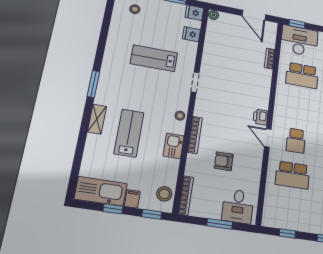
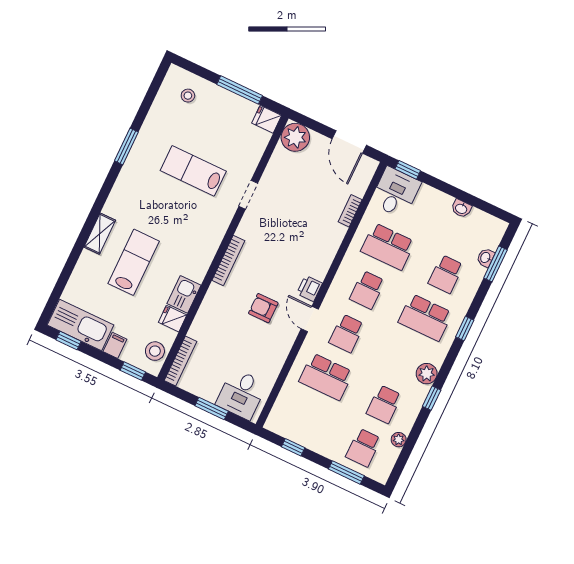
plant: (214, 15) -> (295, 137), width x1.88, depth x1.88
fridge: (191, 34) -> (173, 319), moved
desk: (299, 41) -> (396, 192), width x0.73
doorway: (195, 82) -> (248, 195), moved
window: (93, 84) -> (126, 146), moved
school desk: (299, 107) -> (367, 290), added
stool: (180, 116) -> (204, 257), removed
bookcase: (195, 135) -> (228, 261), moved
armchair: (224, 161) -> (263, 308), moved
window: (113, 209) -> (69, 341), moved

